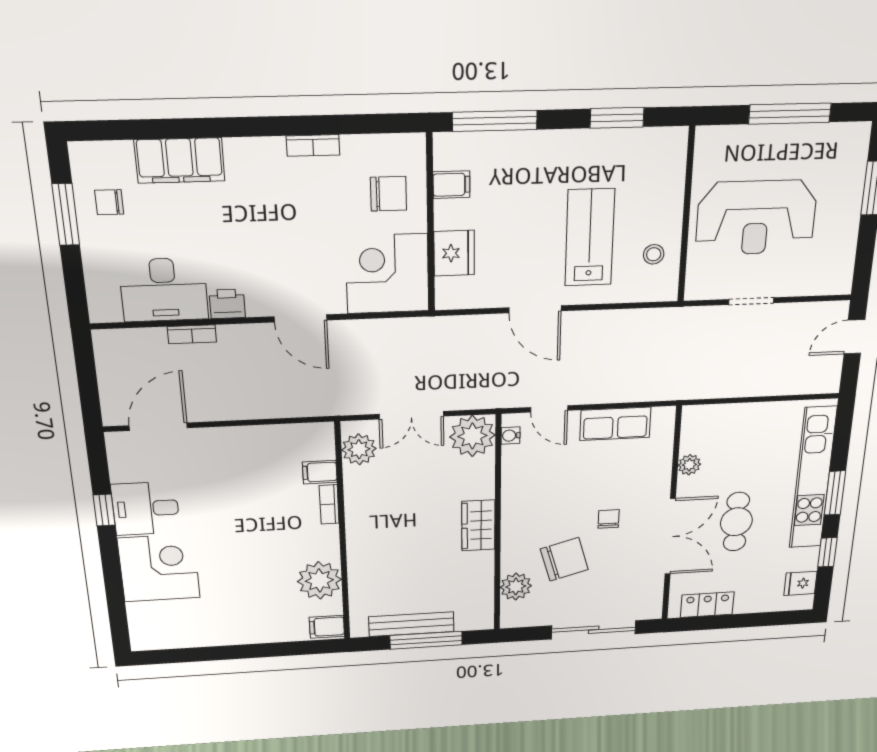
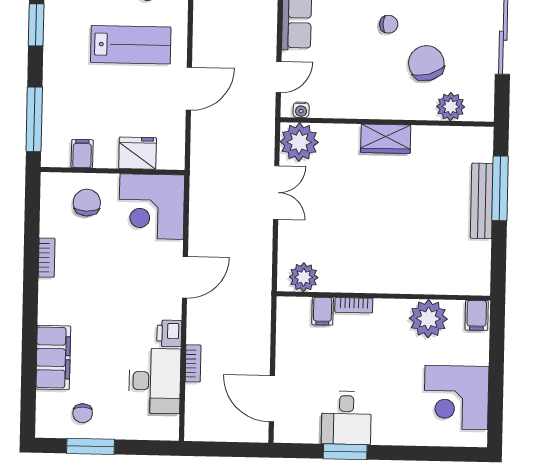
lab bench: (590, 238) -> (131, 45), turned 180
plant: (359, 449) -> (304, 277), moved
filing cabinet: (320, 472) -> (323, 311), moved
bookcase: (329, 504) -> (354, 305), moved
window: (104, 510) -> (345, 452), width x1.50
chair: (609, 519) -> (389, 24), turned 180
wall: (342, 534) -> (383, 296), moved
corner desk: (159, 568) -> (456, 398), moved, turned -90
plant: (319, 580) -> (428, 319), moved
filing cabinet: (327, 627) -> (477, 315), moved

